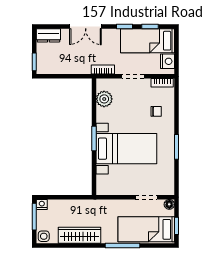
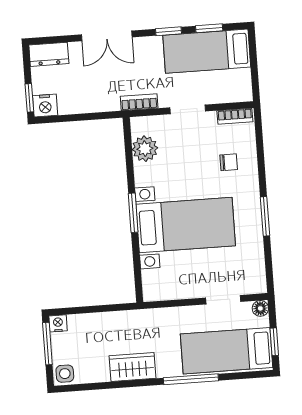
nightstand: (167, 61) -> (45, 106), moved, turned 90
wardrobe: (79, 235) -> (133, 367), width x0.67

